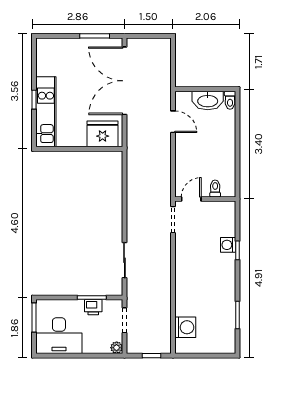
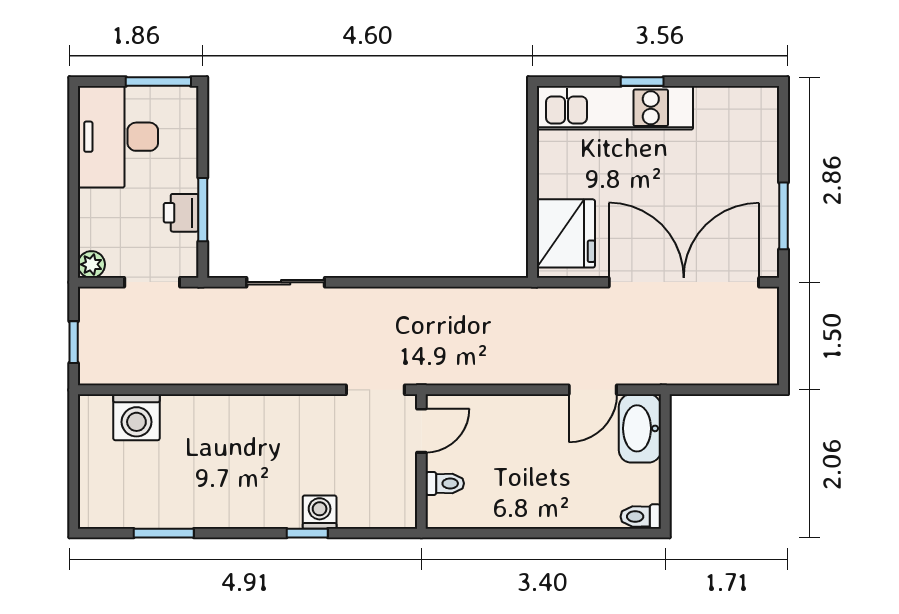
washbasin: (208, 101) -> (640, 428), moved
door: (191, 199) -> (421, 431), hinge flipped

